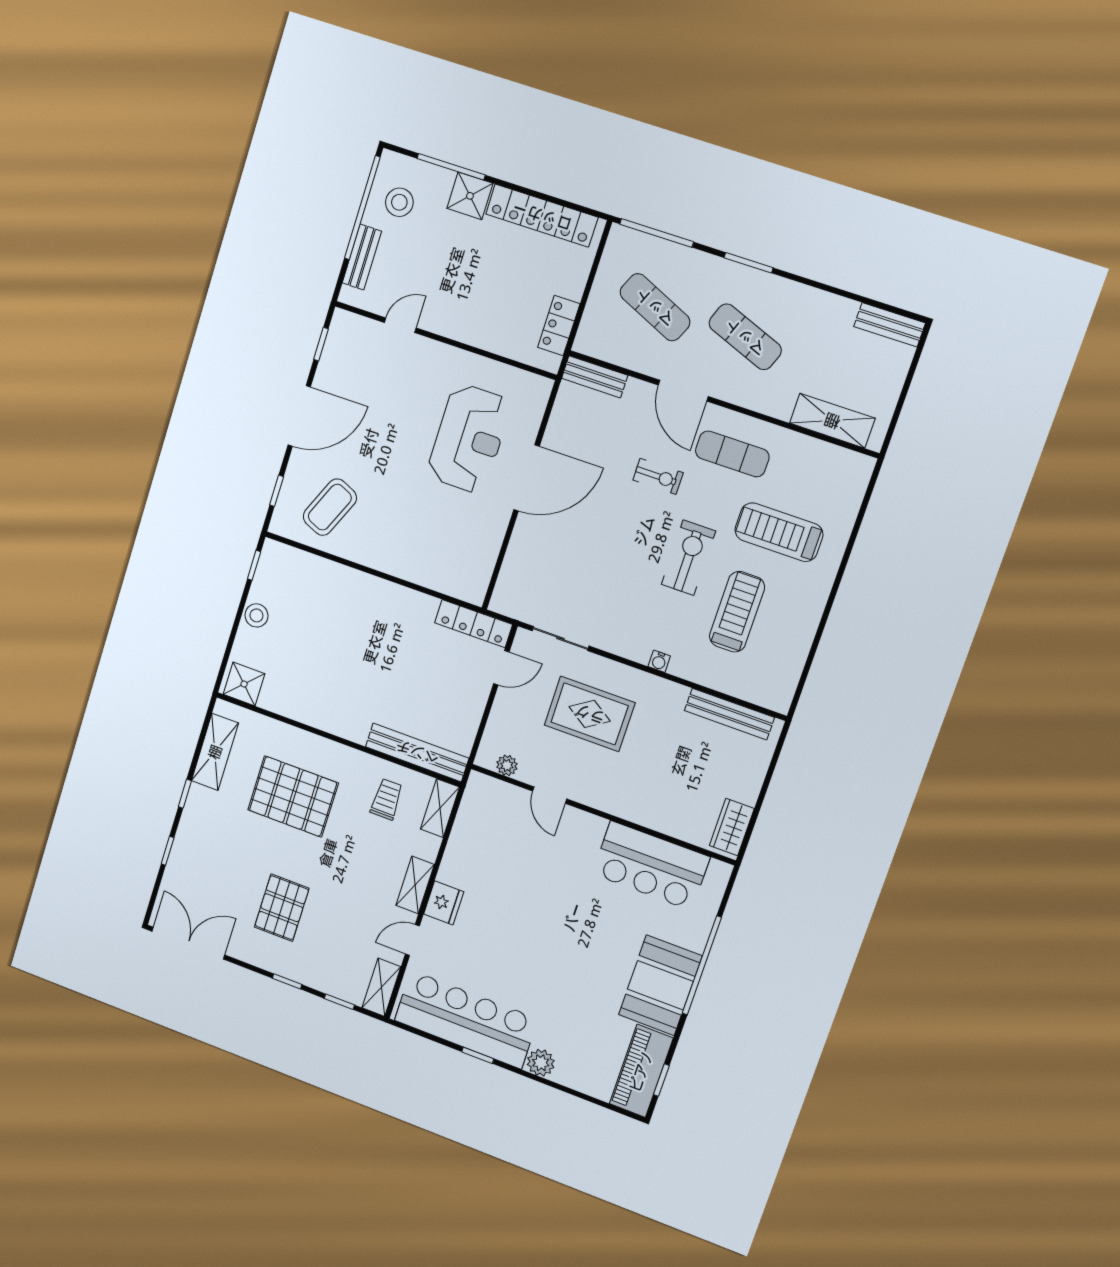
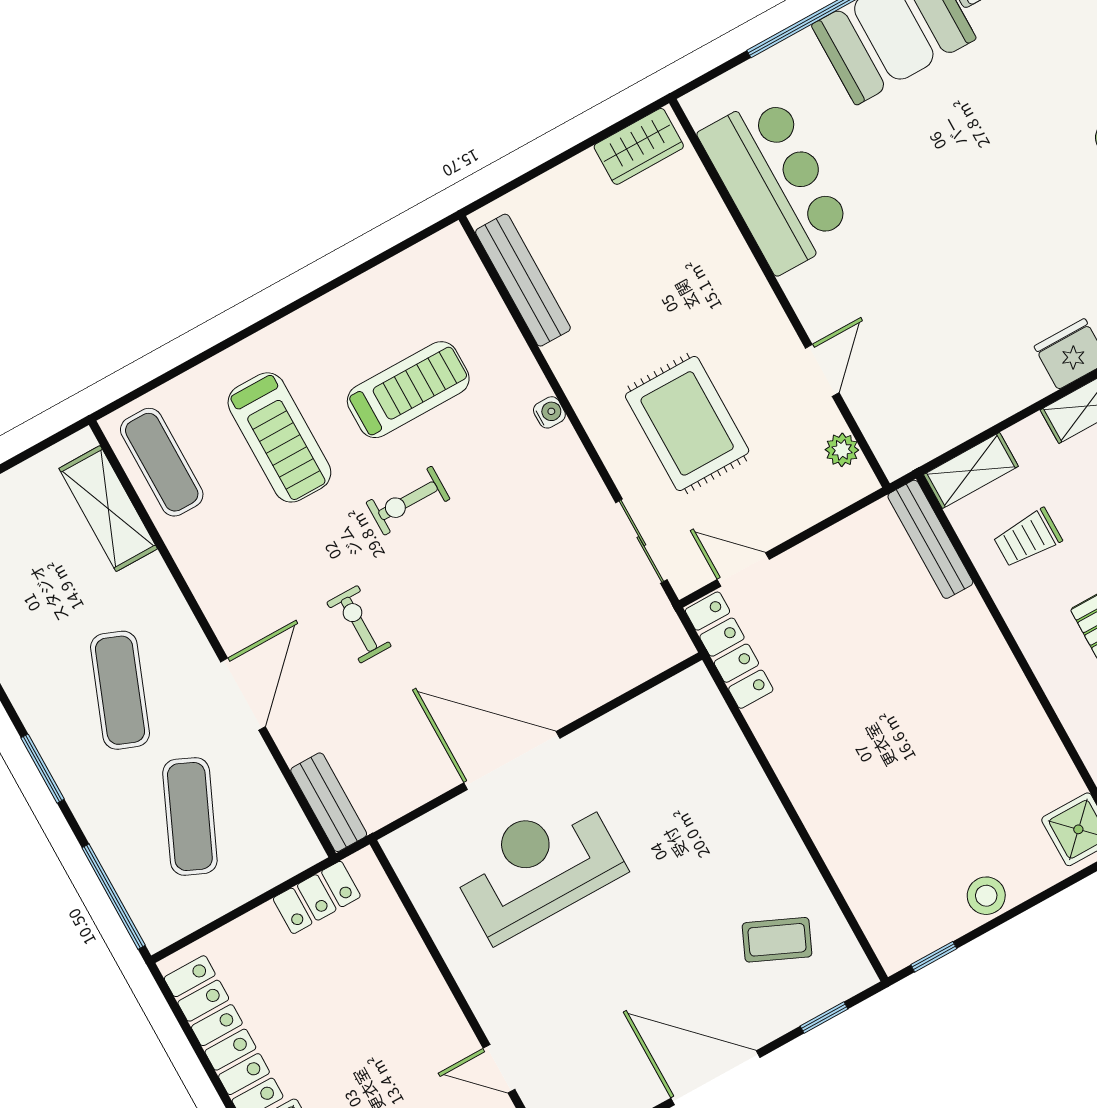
exercise mat: (732, 454) -> (162, 462), moved
coffee table: (330, 507) -> (777, 940), width x0.73, depth x0.77
exercise bike: (688, 558) -> (408, 501), width x0.73, depth x0.72
treadmill: (737, 612) -> (408, 390), turned 180
bench: (417, 752) -> (930, 539), width x0.73, depth x0.82

